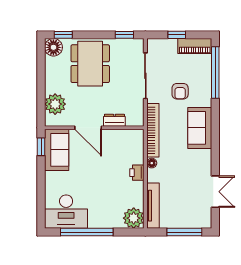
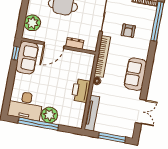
door: (88, 128) -> (54, 45), hinge flipped
sofa: (200, 128) -> (135, 74), moved
printer: (137, 173) -> (81, 91), width x1.87, depth x1.48
plant: (134, 218) -> (49, 115), moved

